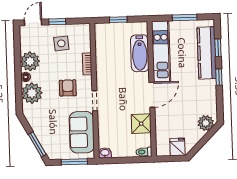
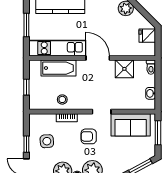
stool: (106, 58) -> (62, 99), added
washbasin: (105, 153) -> (151, 93), moved

